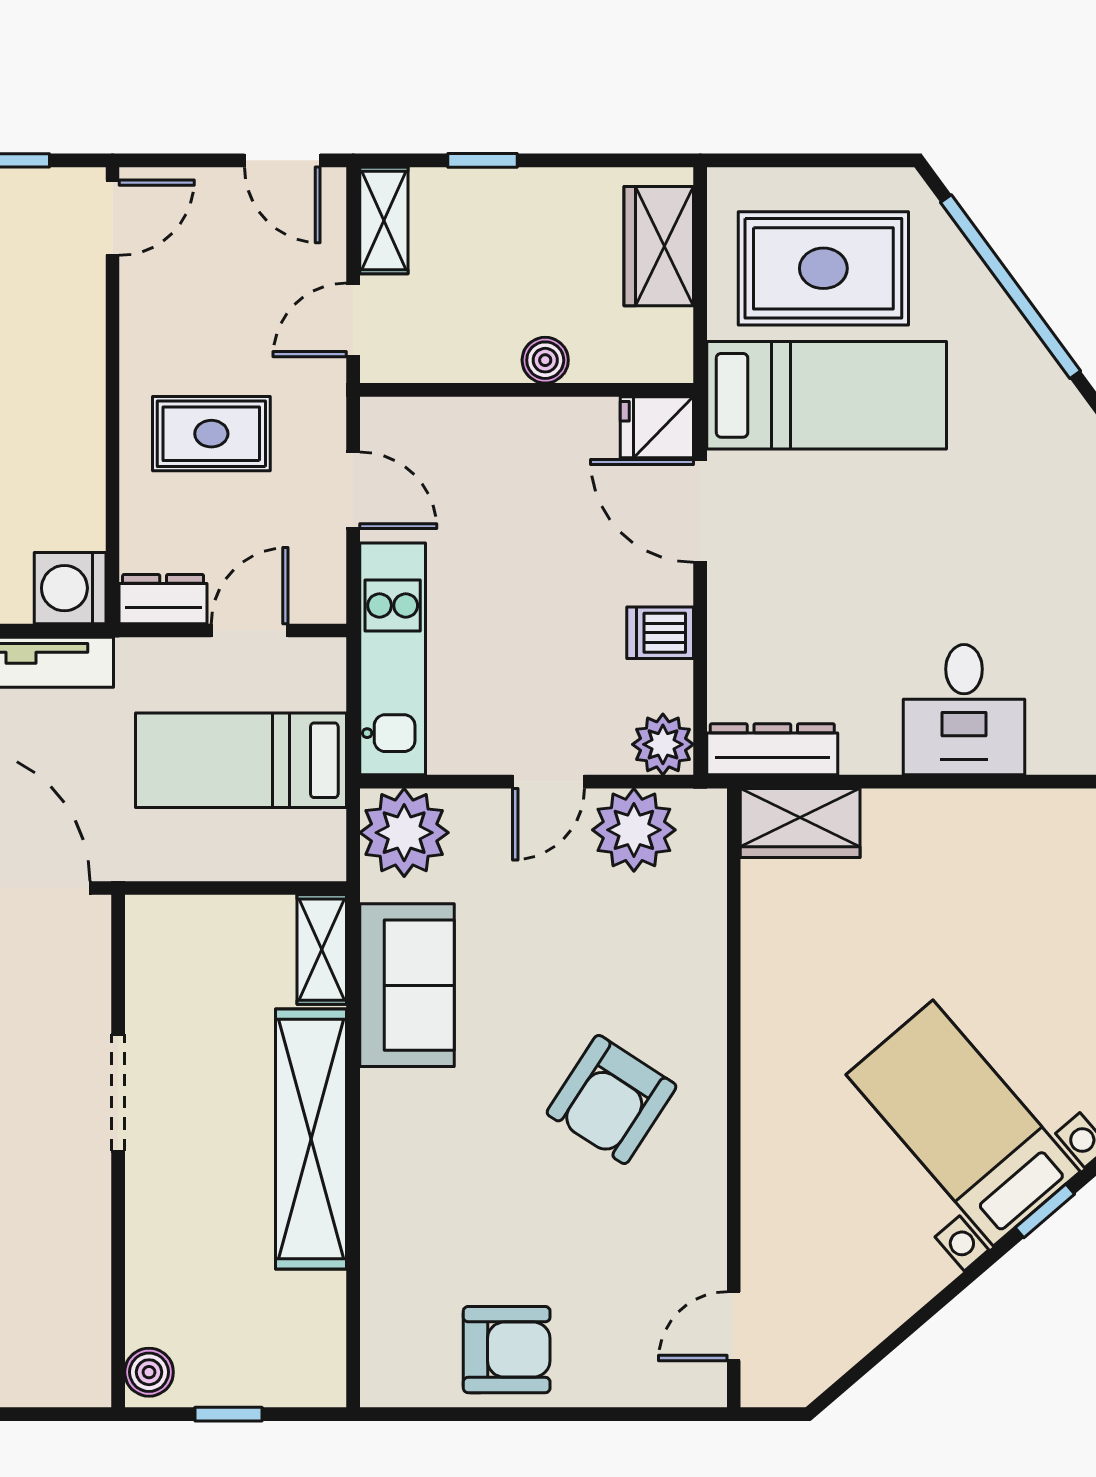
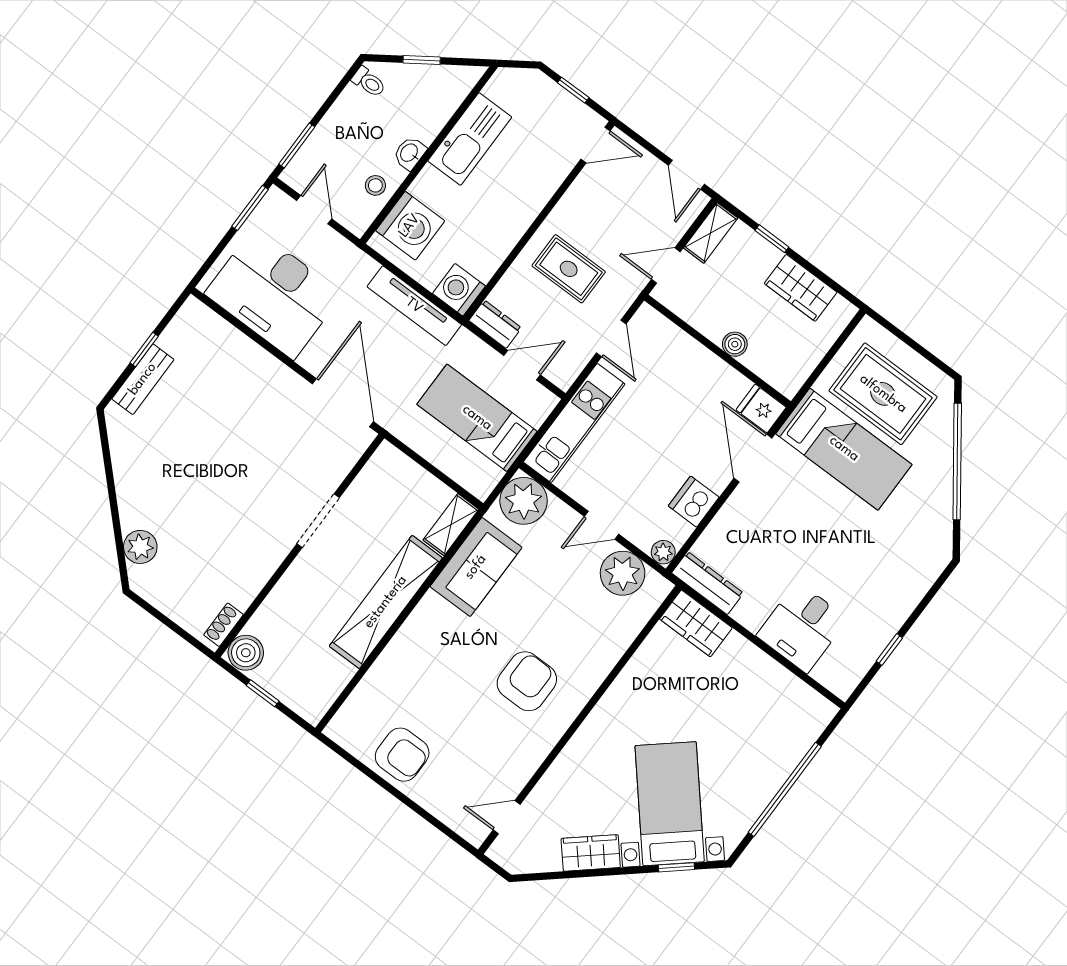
wardrobe: (659, 246) -> (801, 288), moved, turned -90
dishwasher: (660, 633) -> (694, 502), width x1.38
plant: (663, 744) -> (663, 552), width x0.73, depth x0.73
armchair: (612, 1099) -> (527, 681), turned 147
wardrobe: (900, 1285) -> (591, 853), added
shoe rack: (93, 1355) -> (224, 625), added
boiler: (149, 1372) -> (246, 653), width x1.36, depth x1.36

